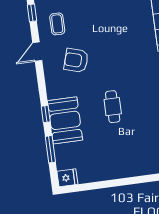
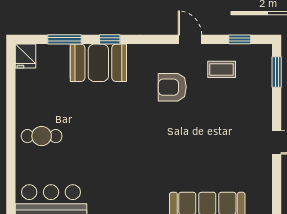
armchair: (76, 60) -> (172, 87), turned -107
cafe table: (113, 107) -> (42, 136), moved

